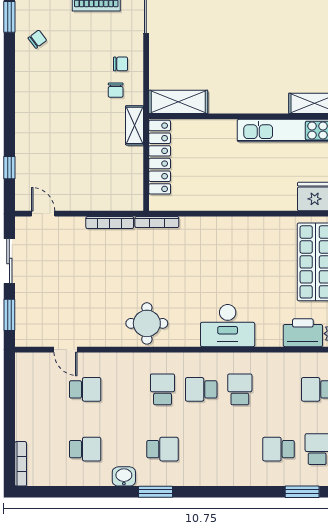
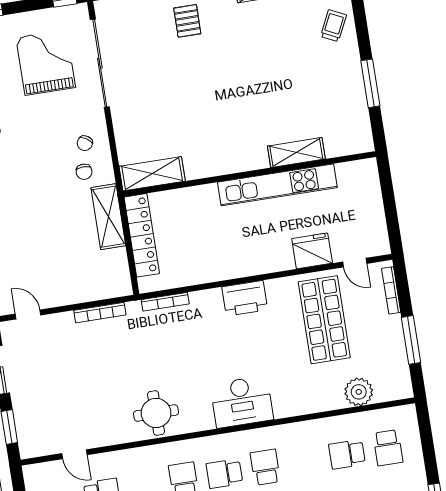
chair: (121, 64) -> (85, 143), turned 123
shelving: (135, 125) -> (108, 217), width x1.50, depth x1.33
bookcase: (157, 222) -> (165, 302), moved
printer: (303, 333) -> (245, 298), moved, turned 180

